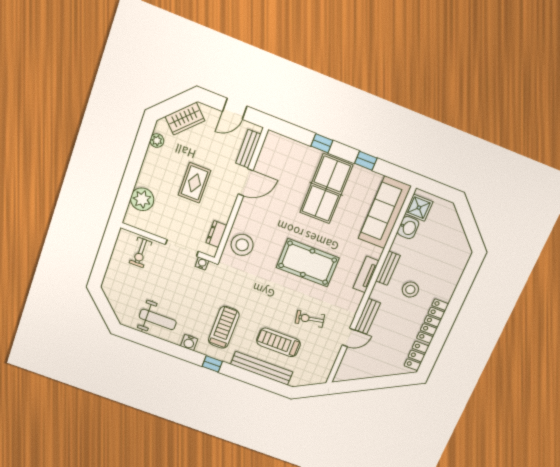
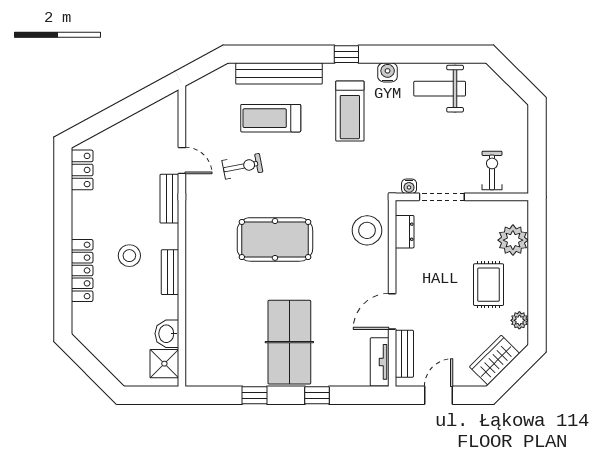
rug: (194, 183) -> (489, 285), moved
sofa: (385, 212) -> (205, 341), removed
tv unit: (366, 274) -> (380, 362), moved, turned 180
locker: (433, 321) -> (82, 270), moved
door: (348, 337) -> (182, 160), swing flipped
treadmill: (279, 342) -> (271, 118), turned 180

